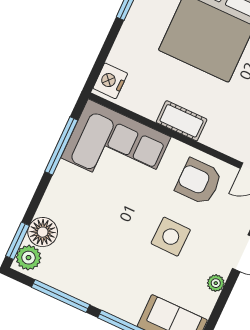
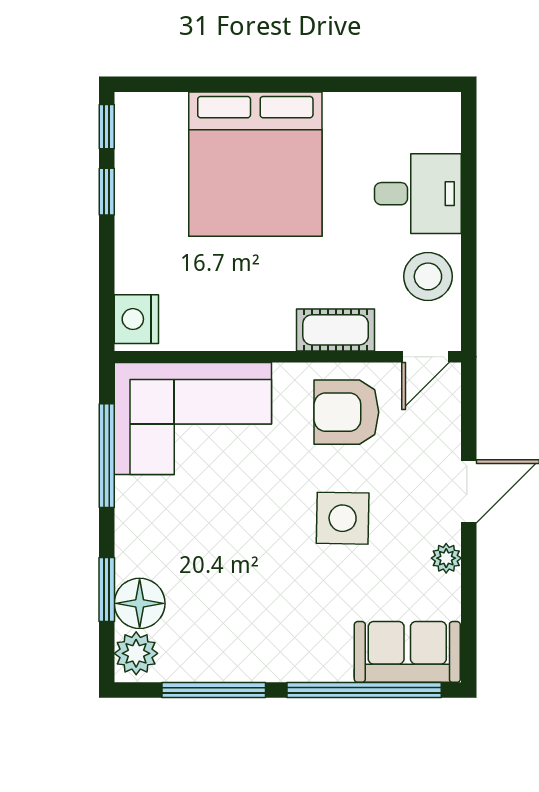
cot: (182, 121) -> (336, 330), moved
window: (18, 241) -> (107, 590), moved

